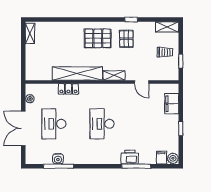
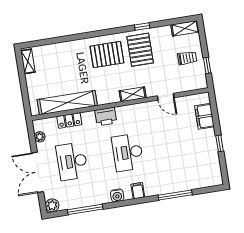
pallet: (126, 39) -> (140, 50), width x1.50, depth x1.42
shelving: (77, 74) -> (67, 103), moved
locker: (68, 89) -> (69, 120), moved
printer: (130, 157) -> (106, 117), moved, turned 180
filing cabinet: (161, 158) -> (138, 191), moved
plant: (173, 158) -> (52, 205), moved
water cooler: (58, 159) -> (117, 195), moved

